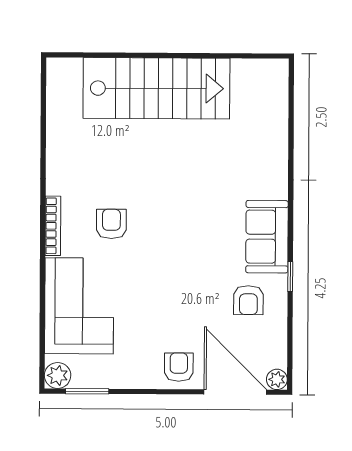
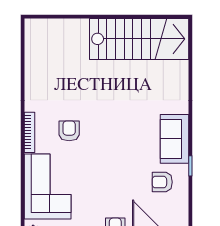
stairs: (156, 88) -> (139, 39), moved
armchair: (248, 300) -> (162, 182), turned 90

